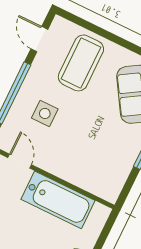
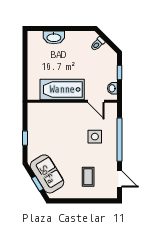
coffee table: (81, 63) -> (88, 177), width x0.54, depth x0.58

